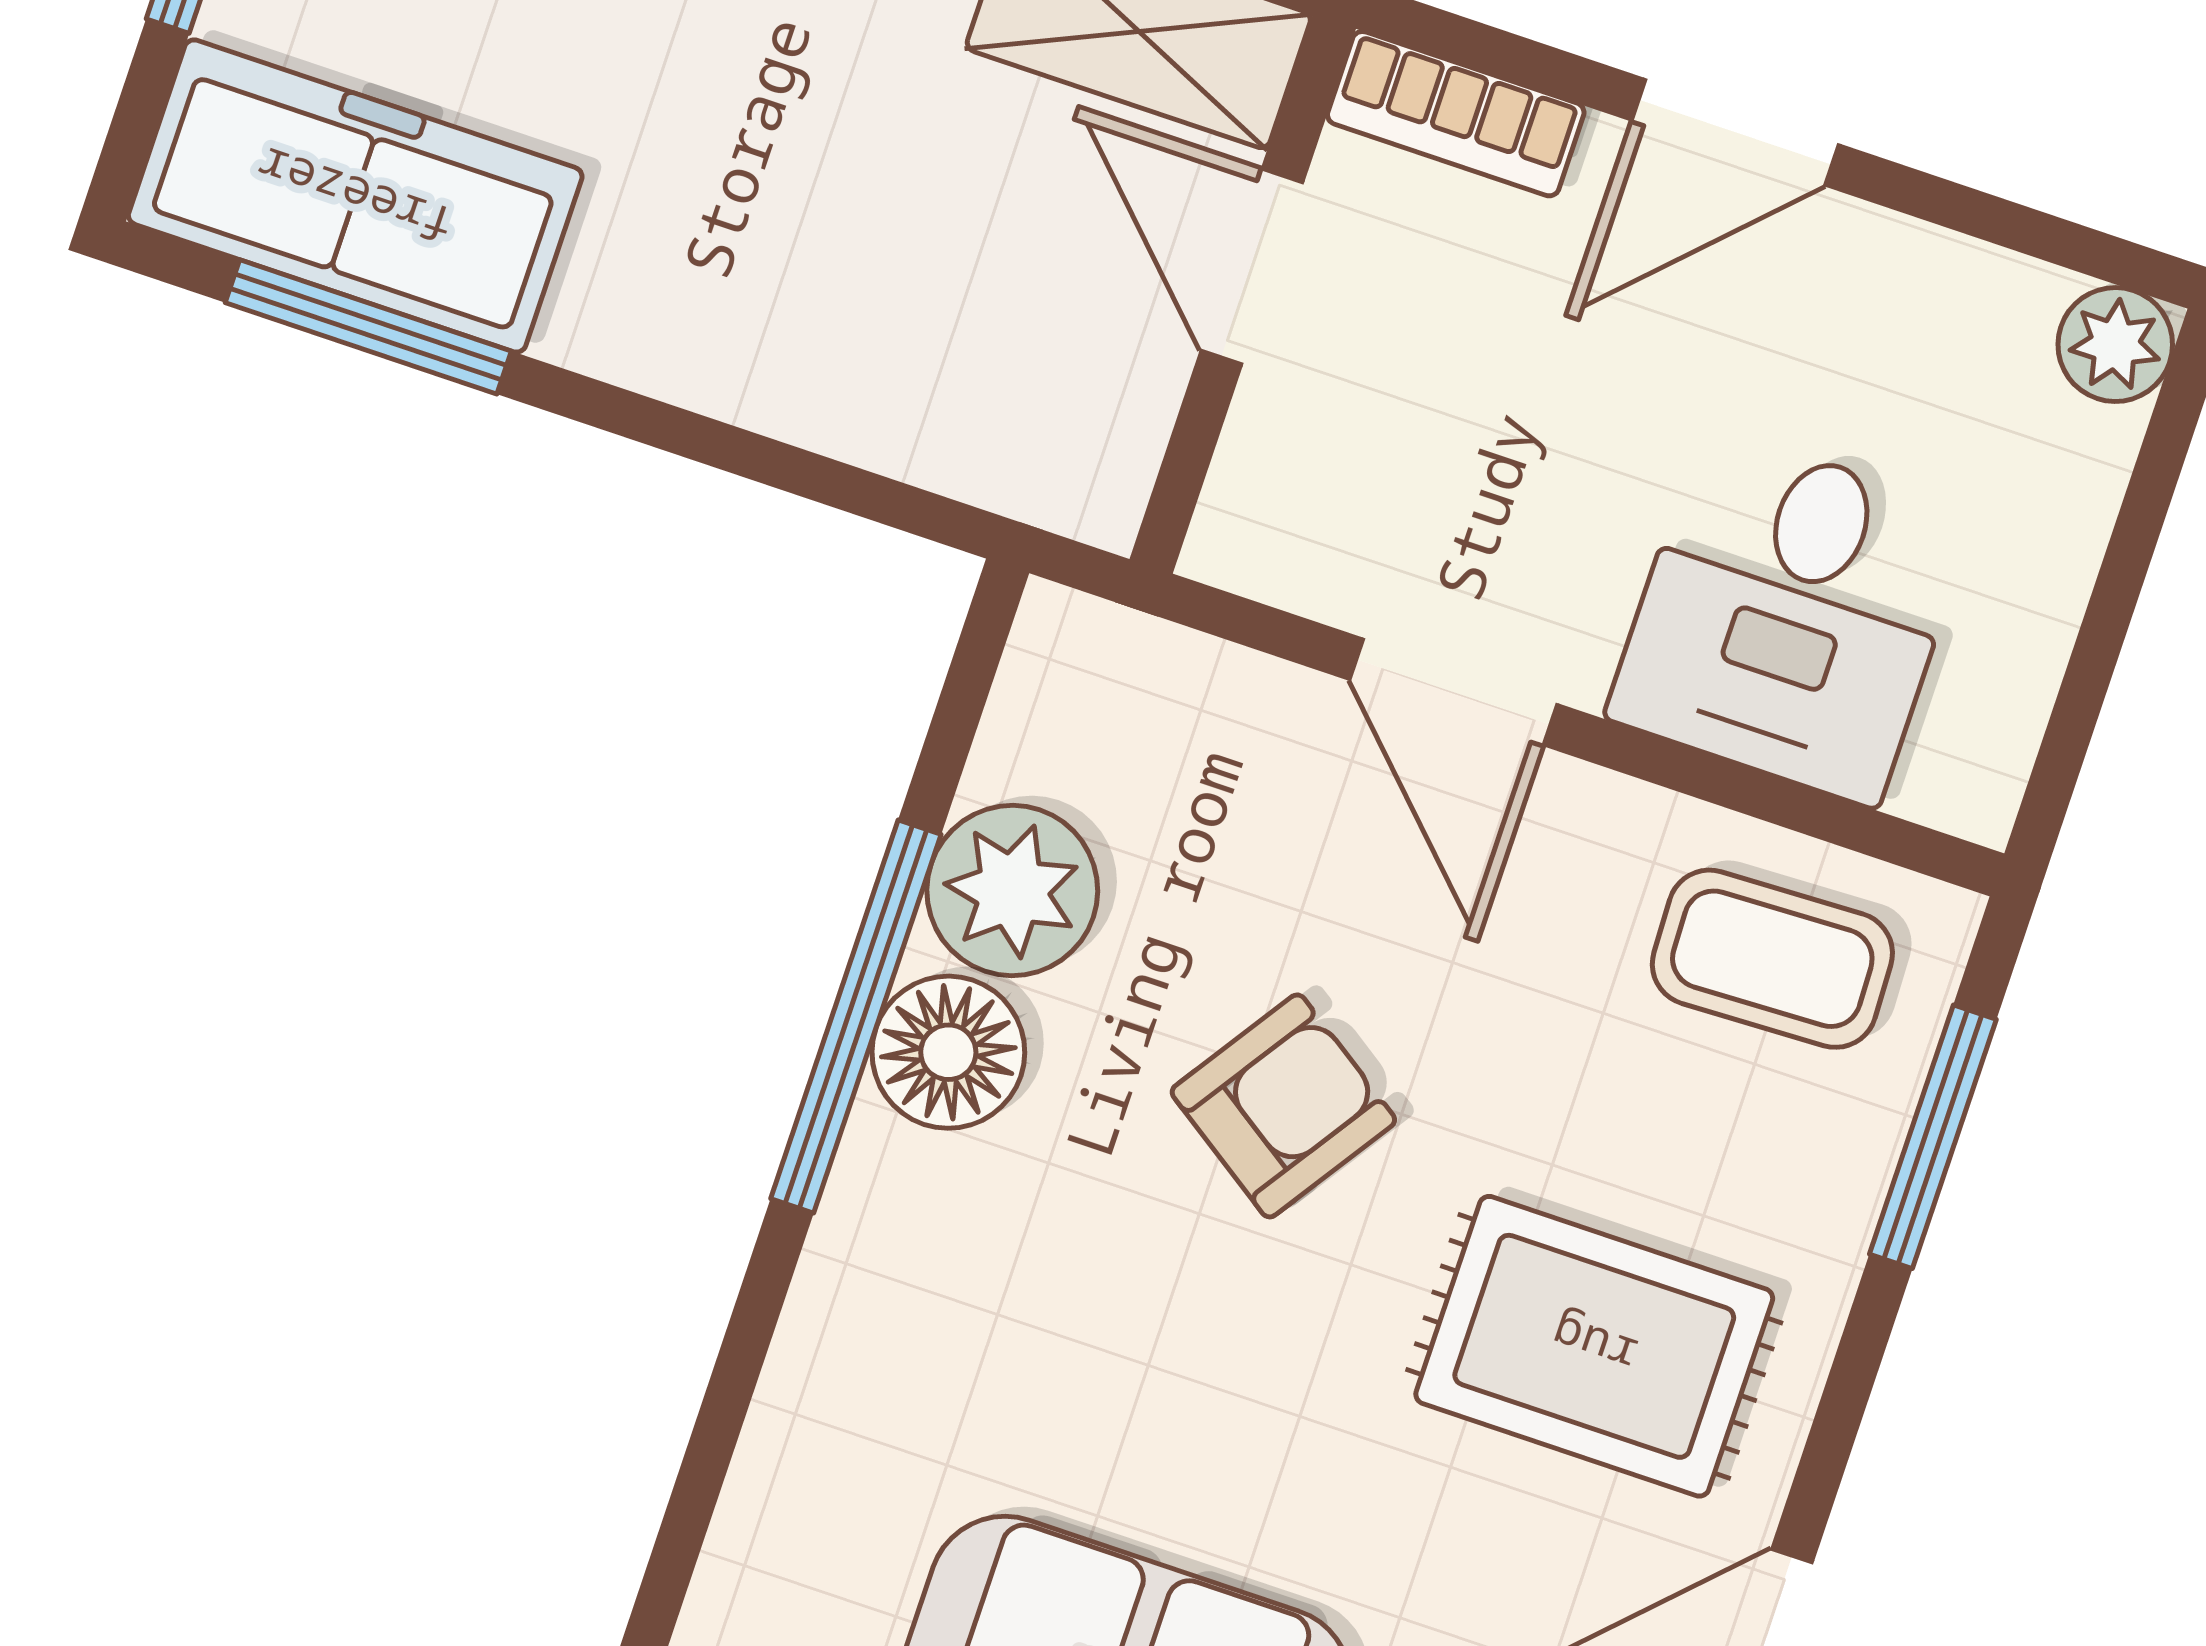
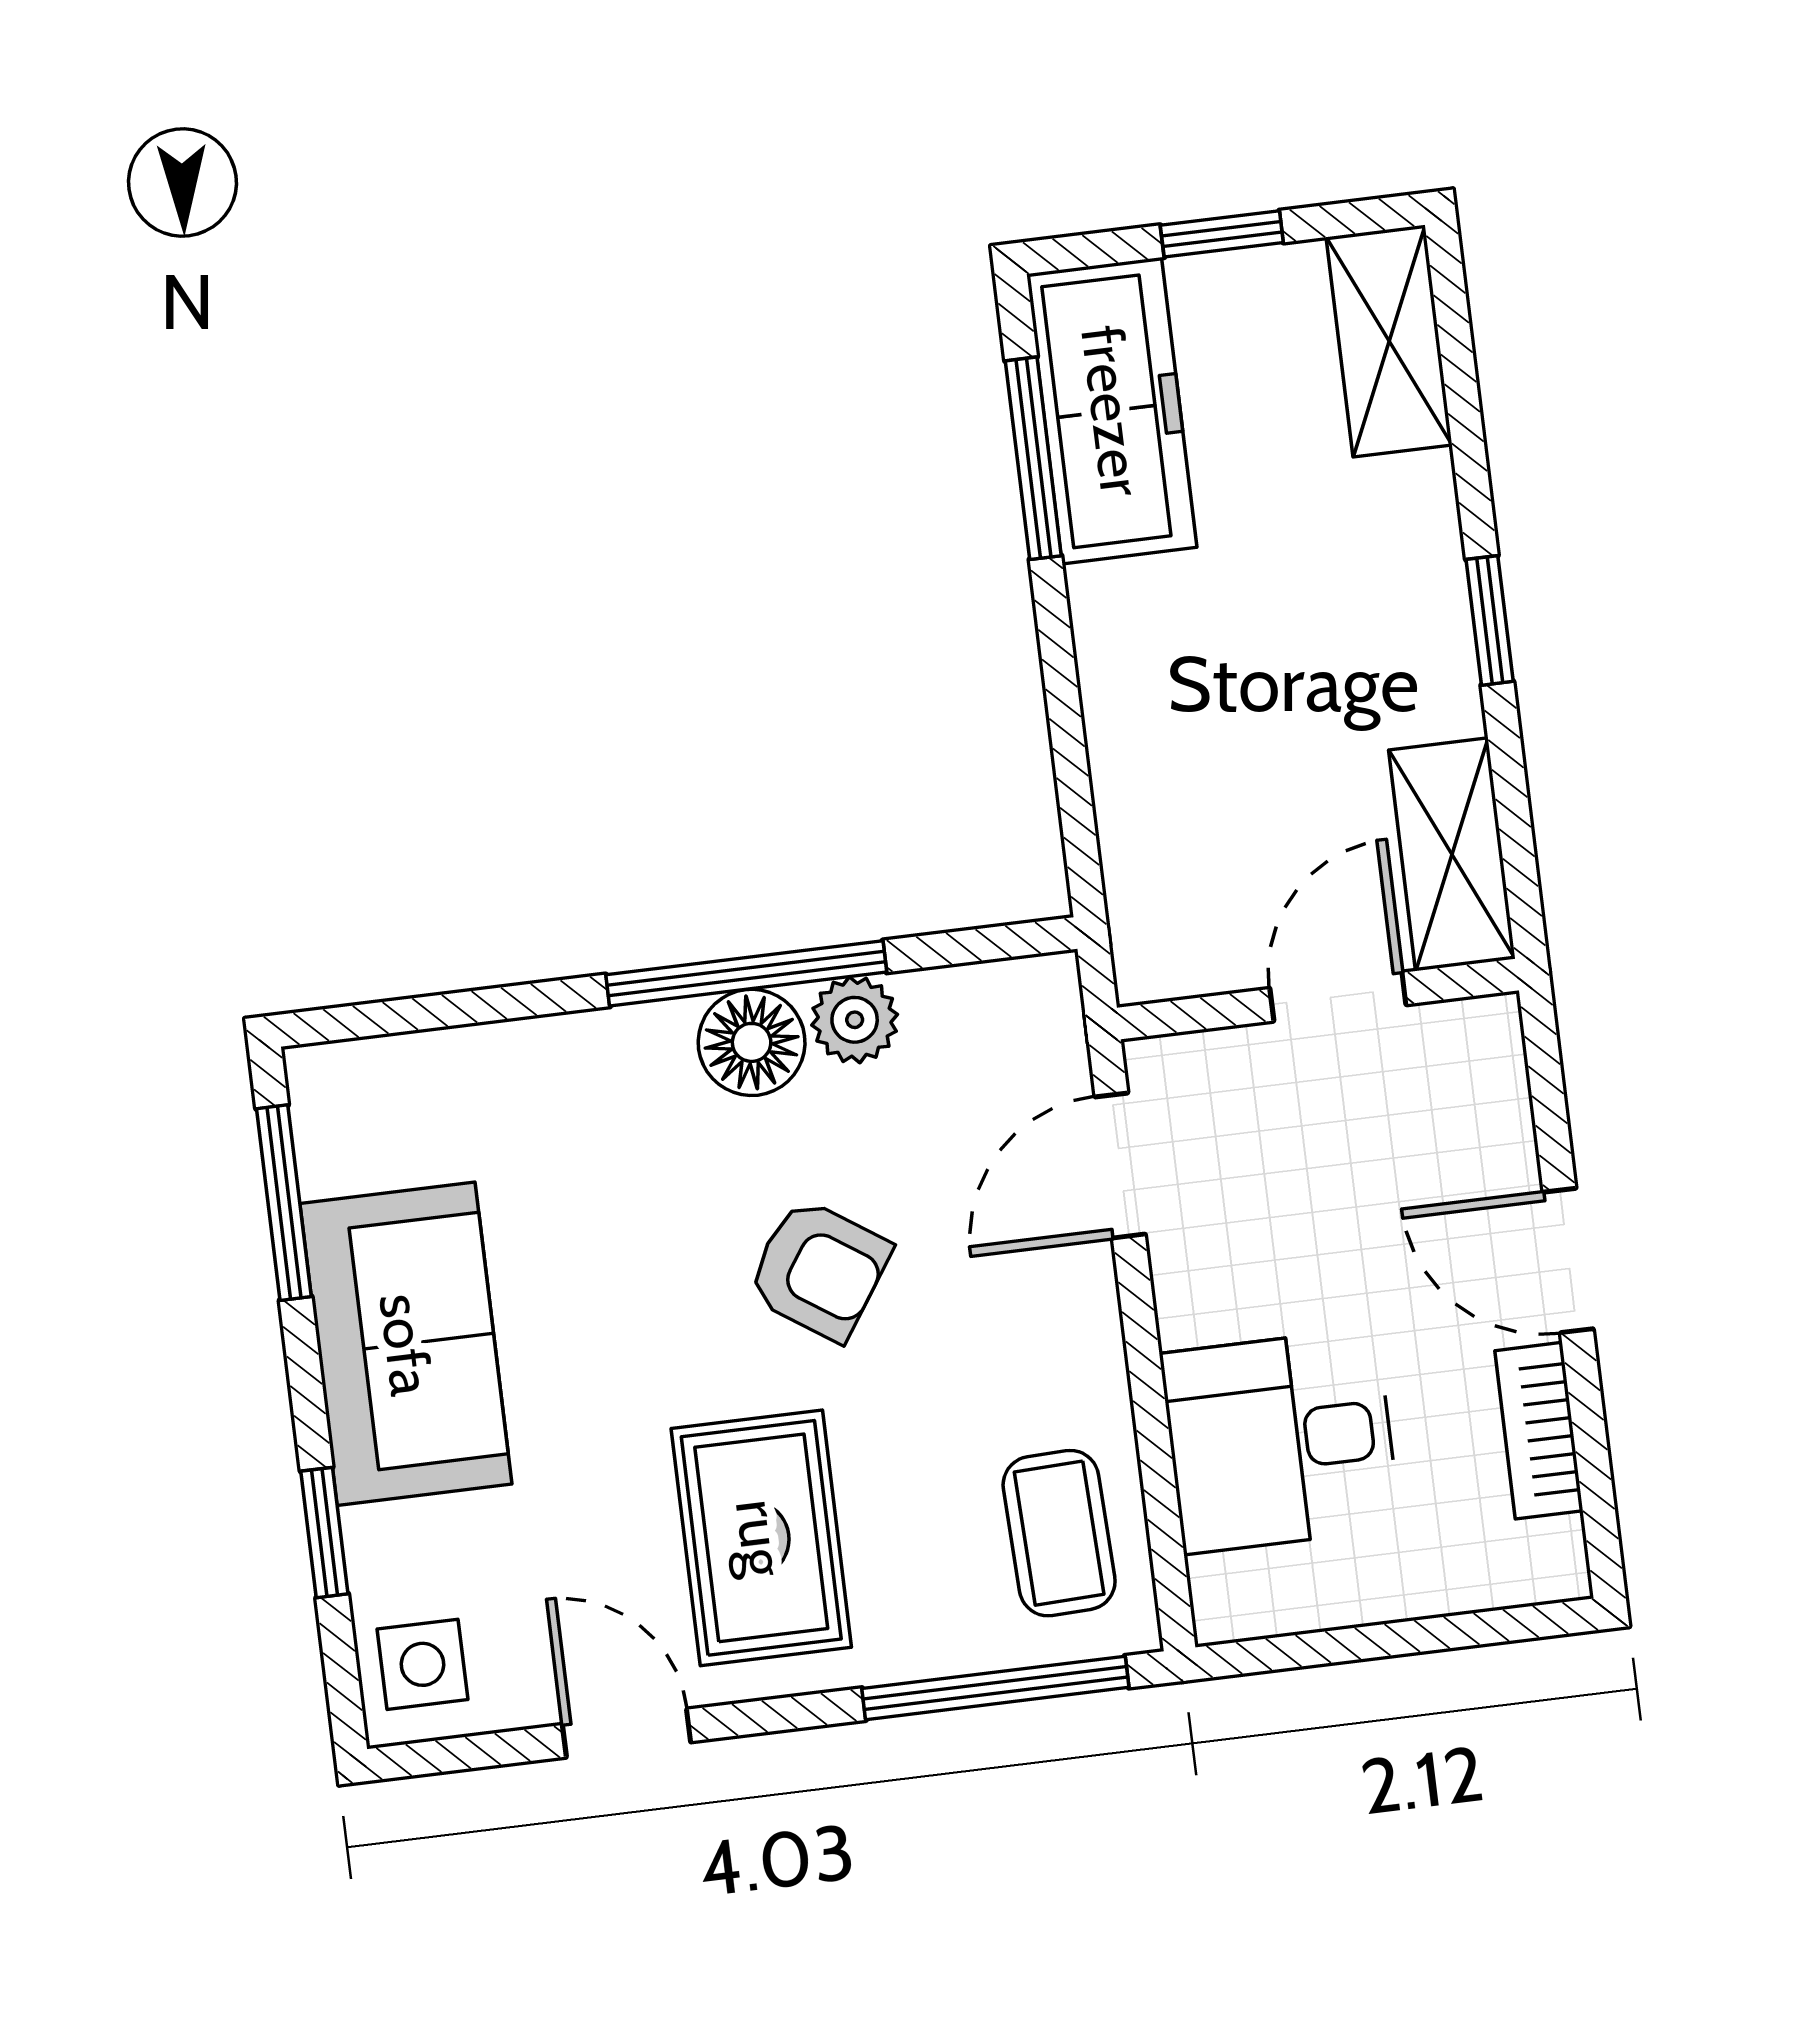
bookcase: (1456, 114) -> (1539, 1431), moved
plant: (2115, 345) -> (1549, 1564), removed
door: (1453, 692) -> (1120, 1166), moved
plant: (1012, 890) -> (855, 1020), width x0.73, depth x0.73
window: (1933, 1137) -> (995, 1688), width x1.44

